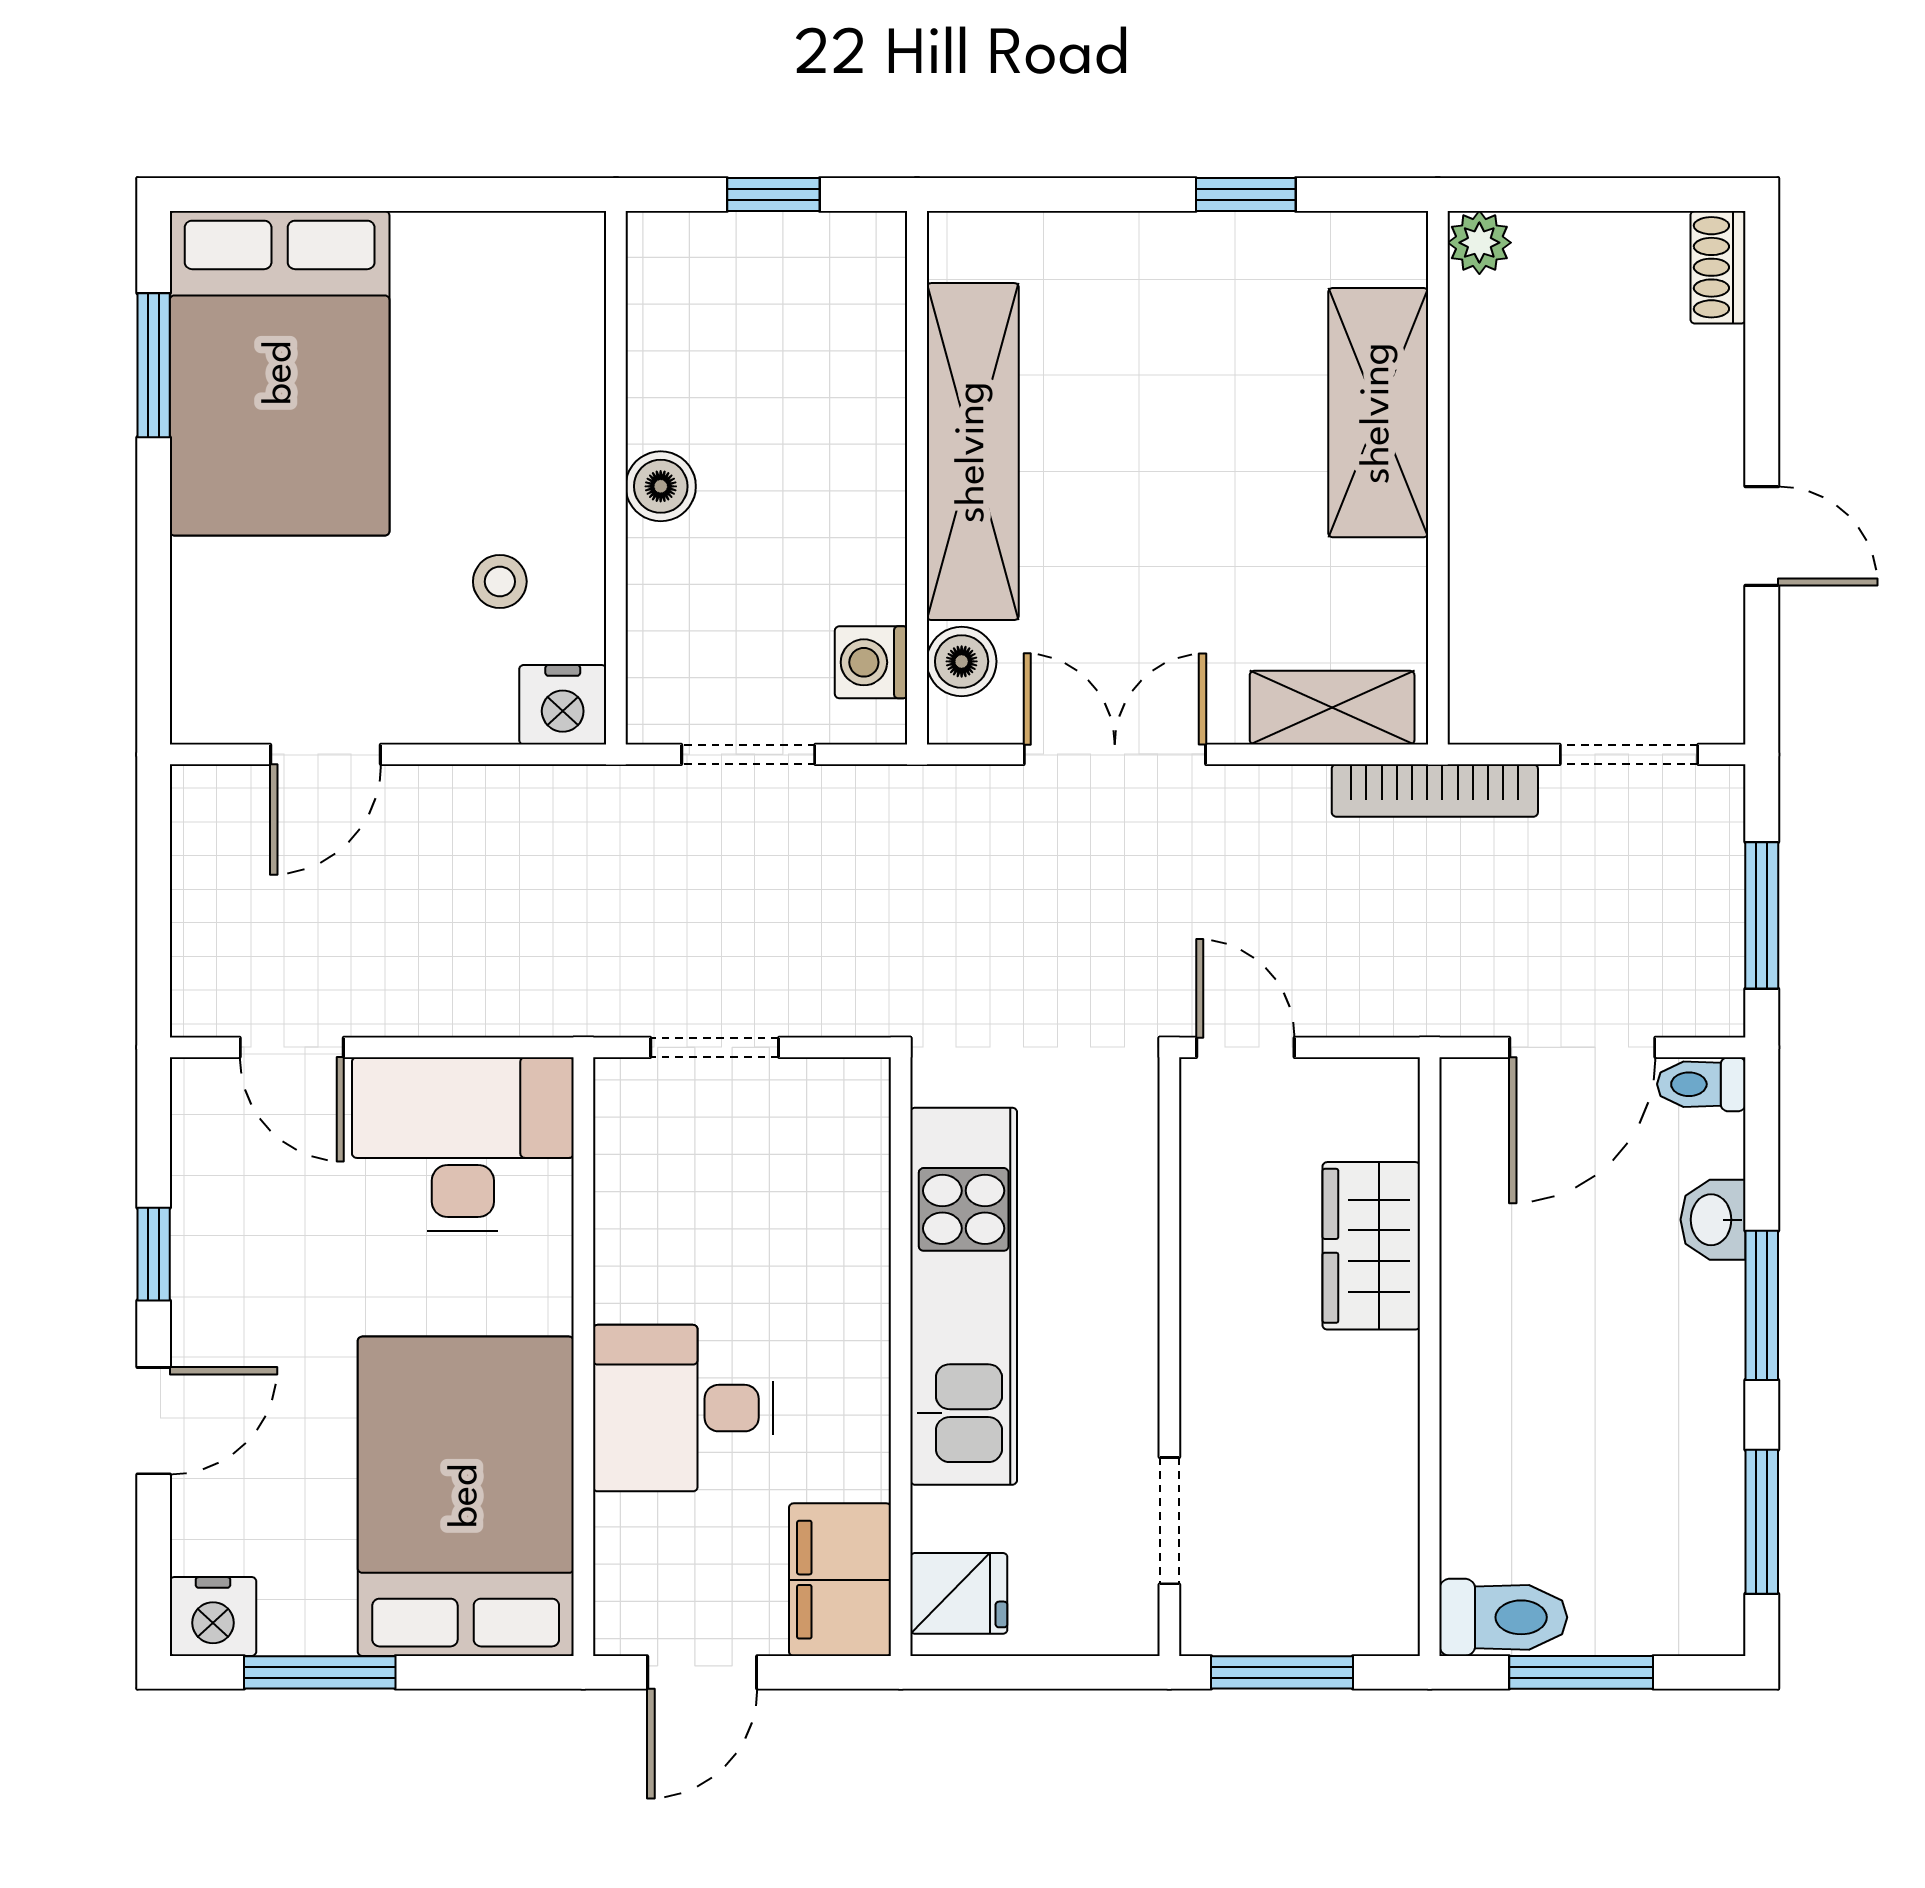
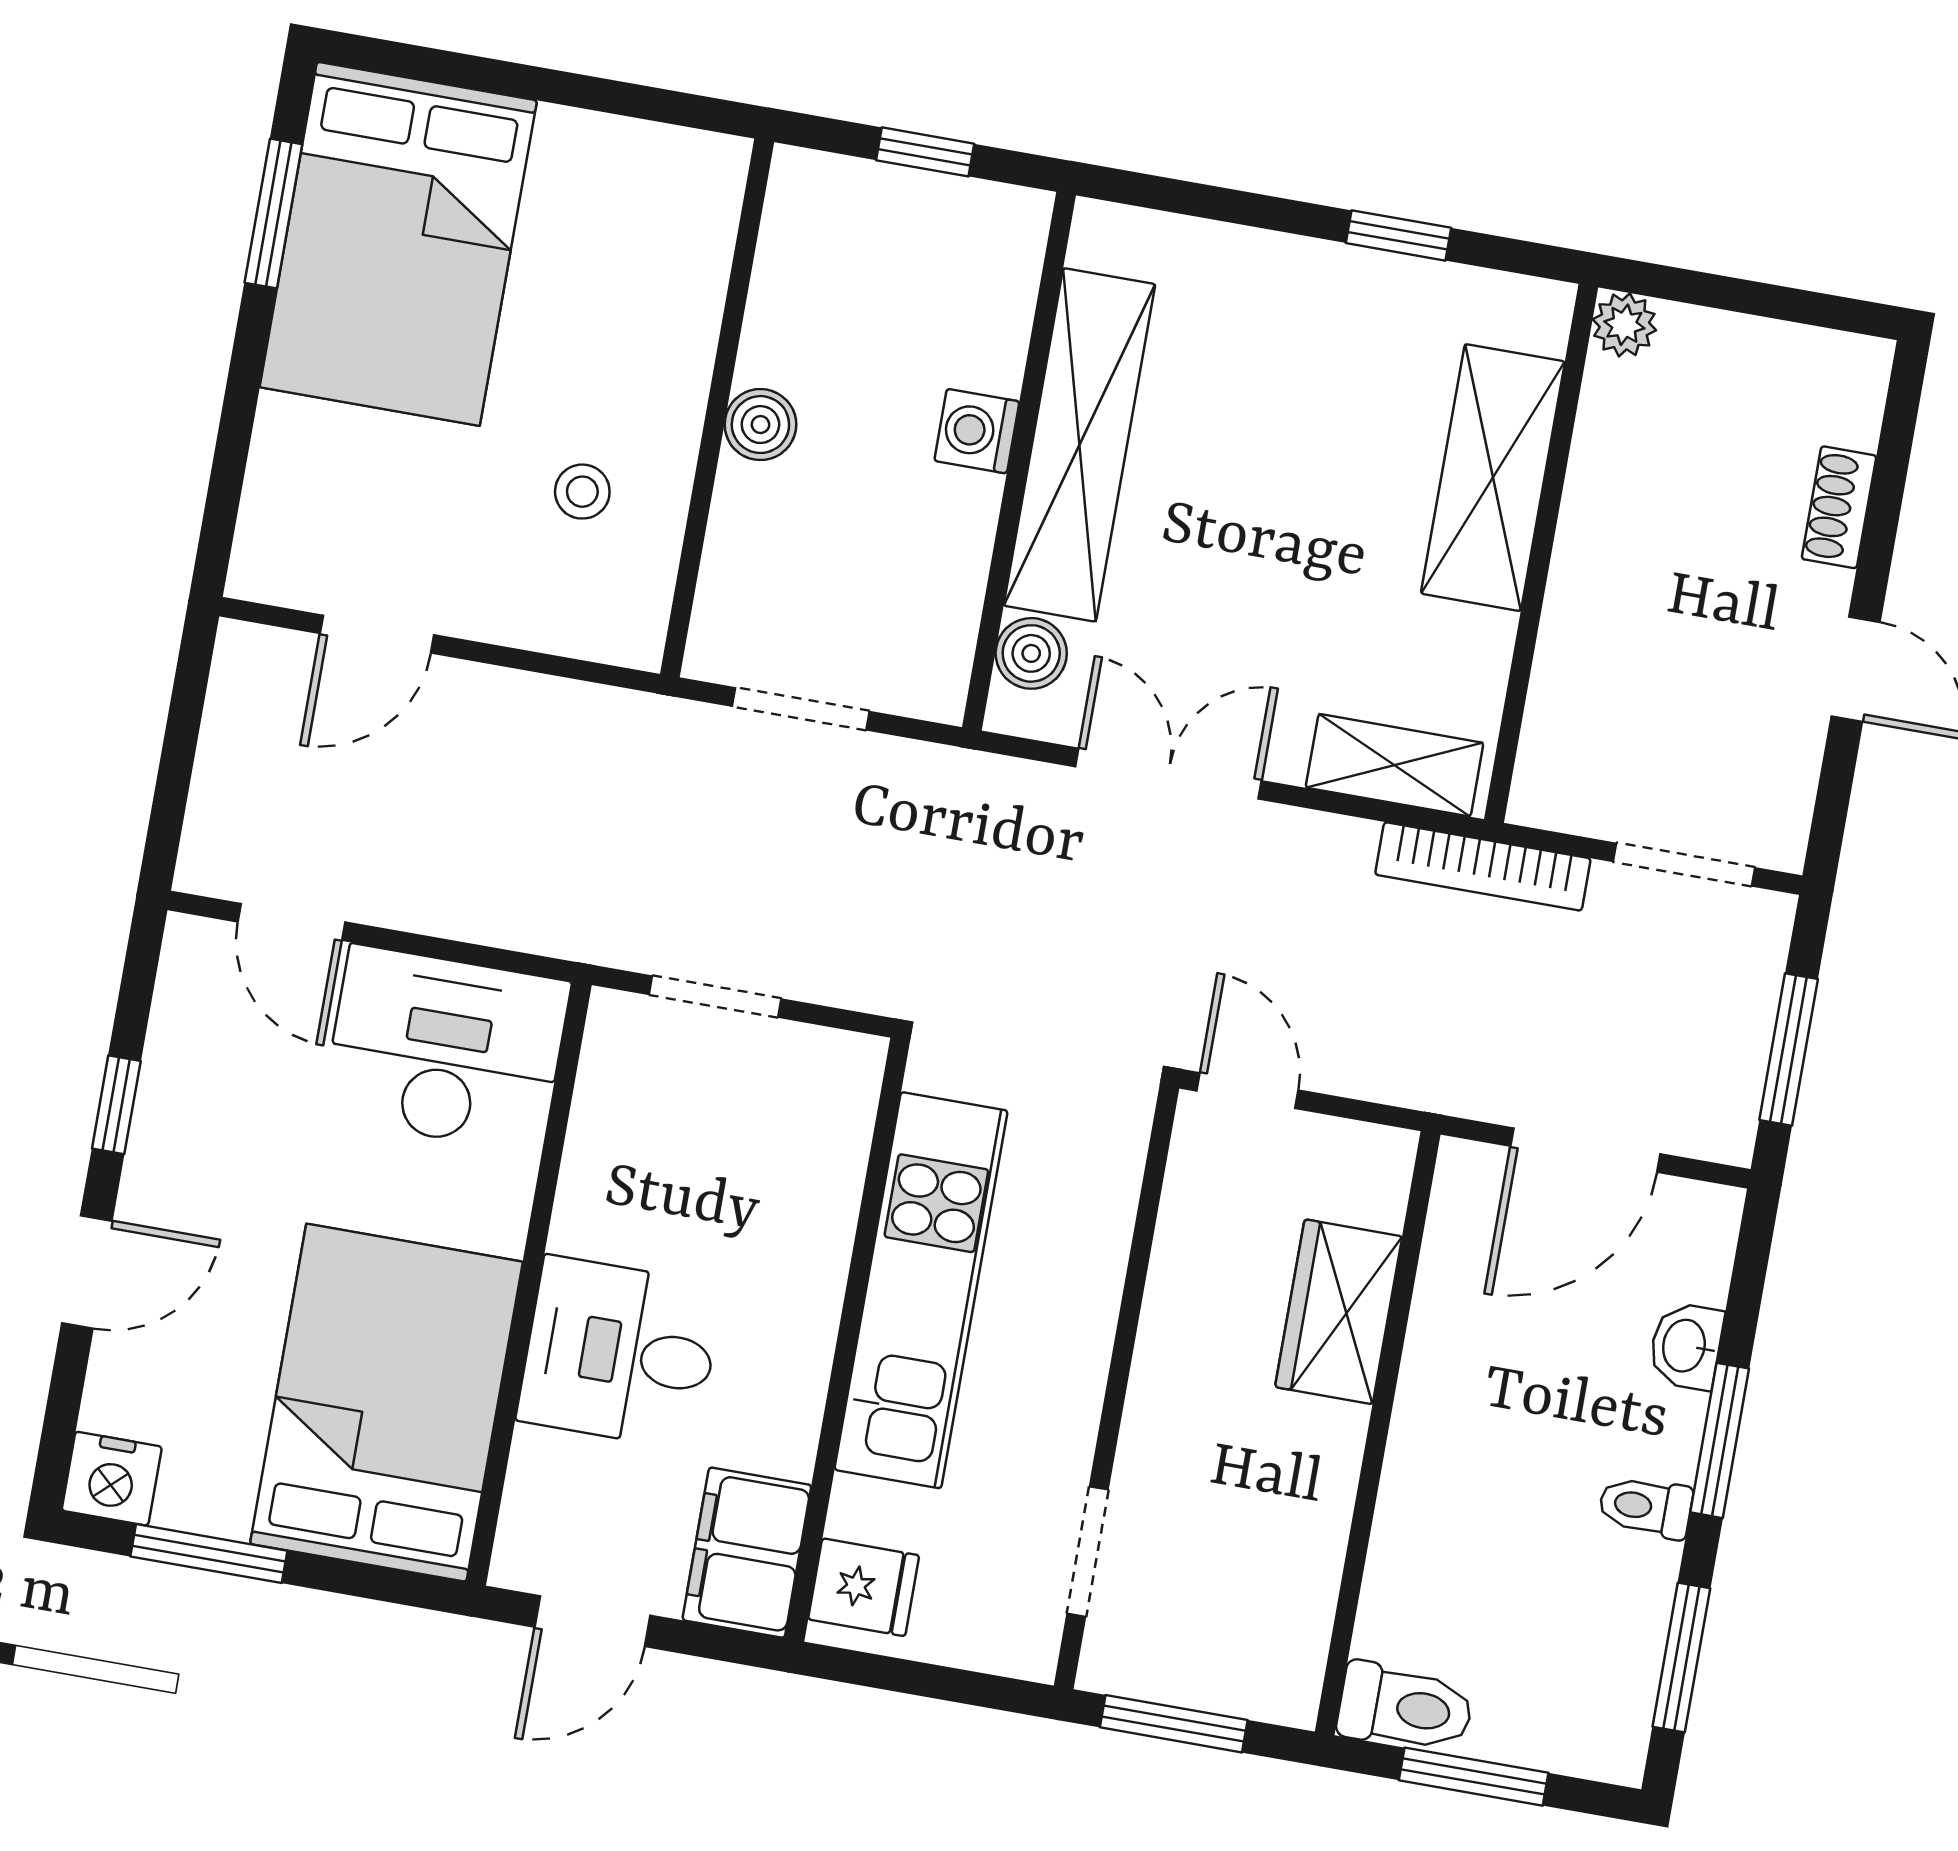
shoe rack: (1718, 267) -> (1839, 507), moved
washing machine: (871, 662) -> (977, 431), moved
nightstand: (563, 705) -> (624, 626), removed
toilet: (1701, 1084) -> (1645, 1507), moved

